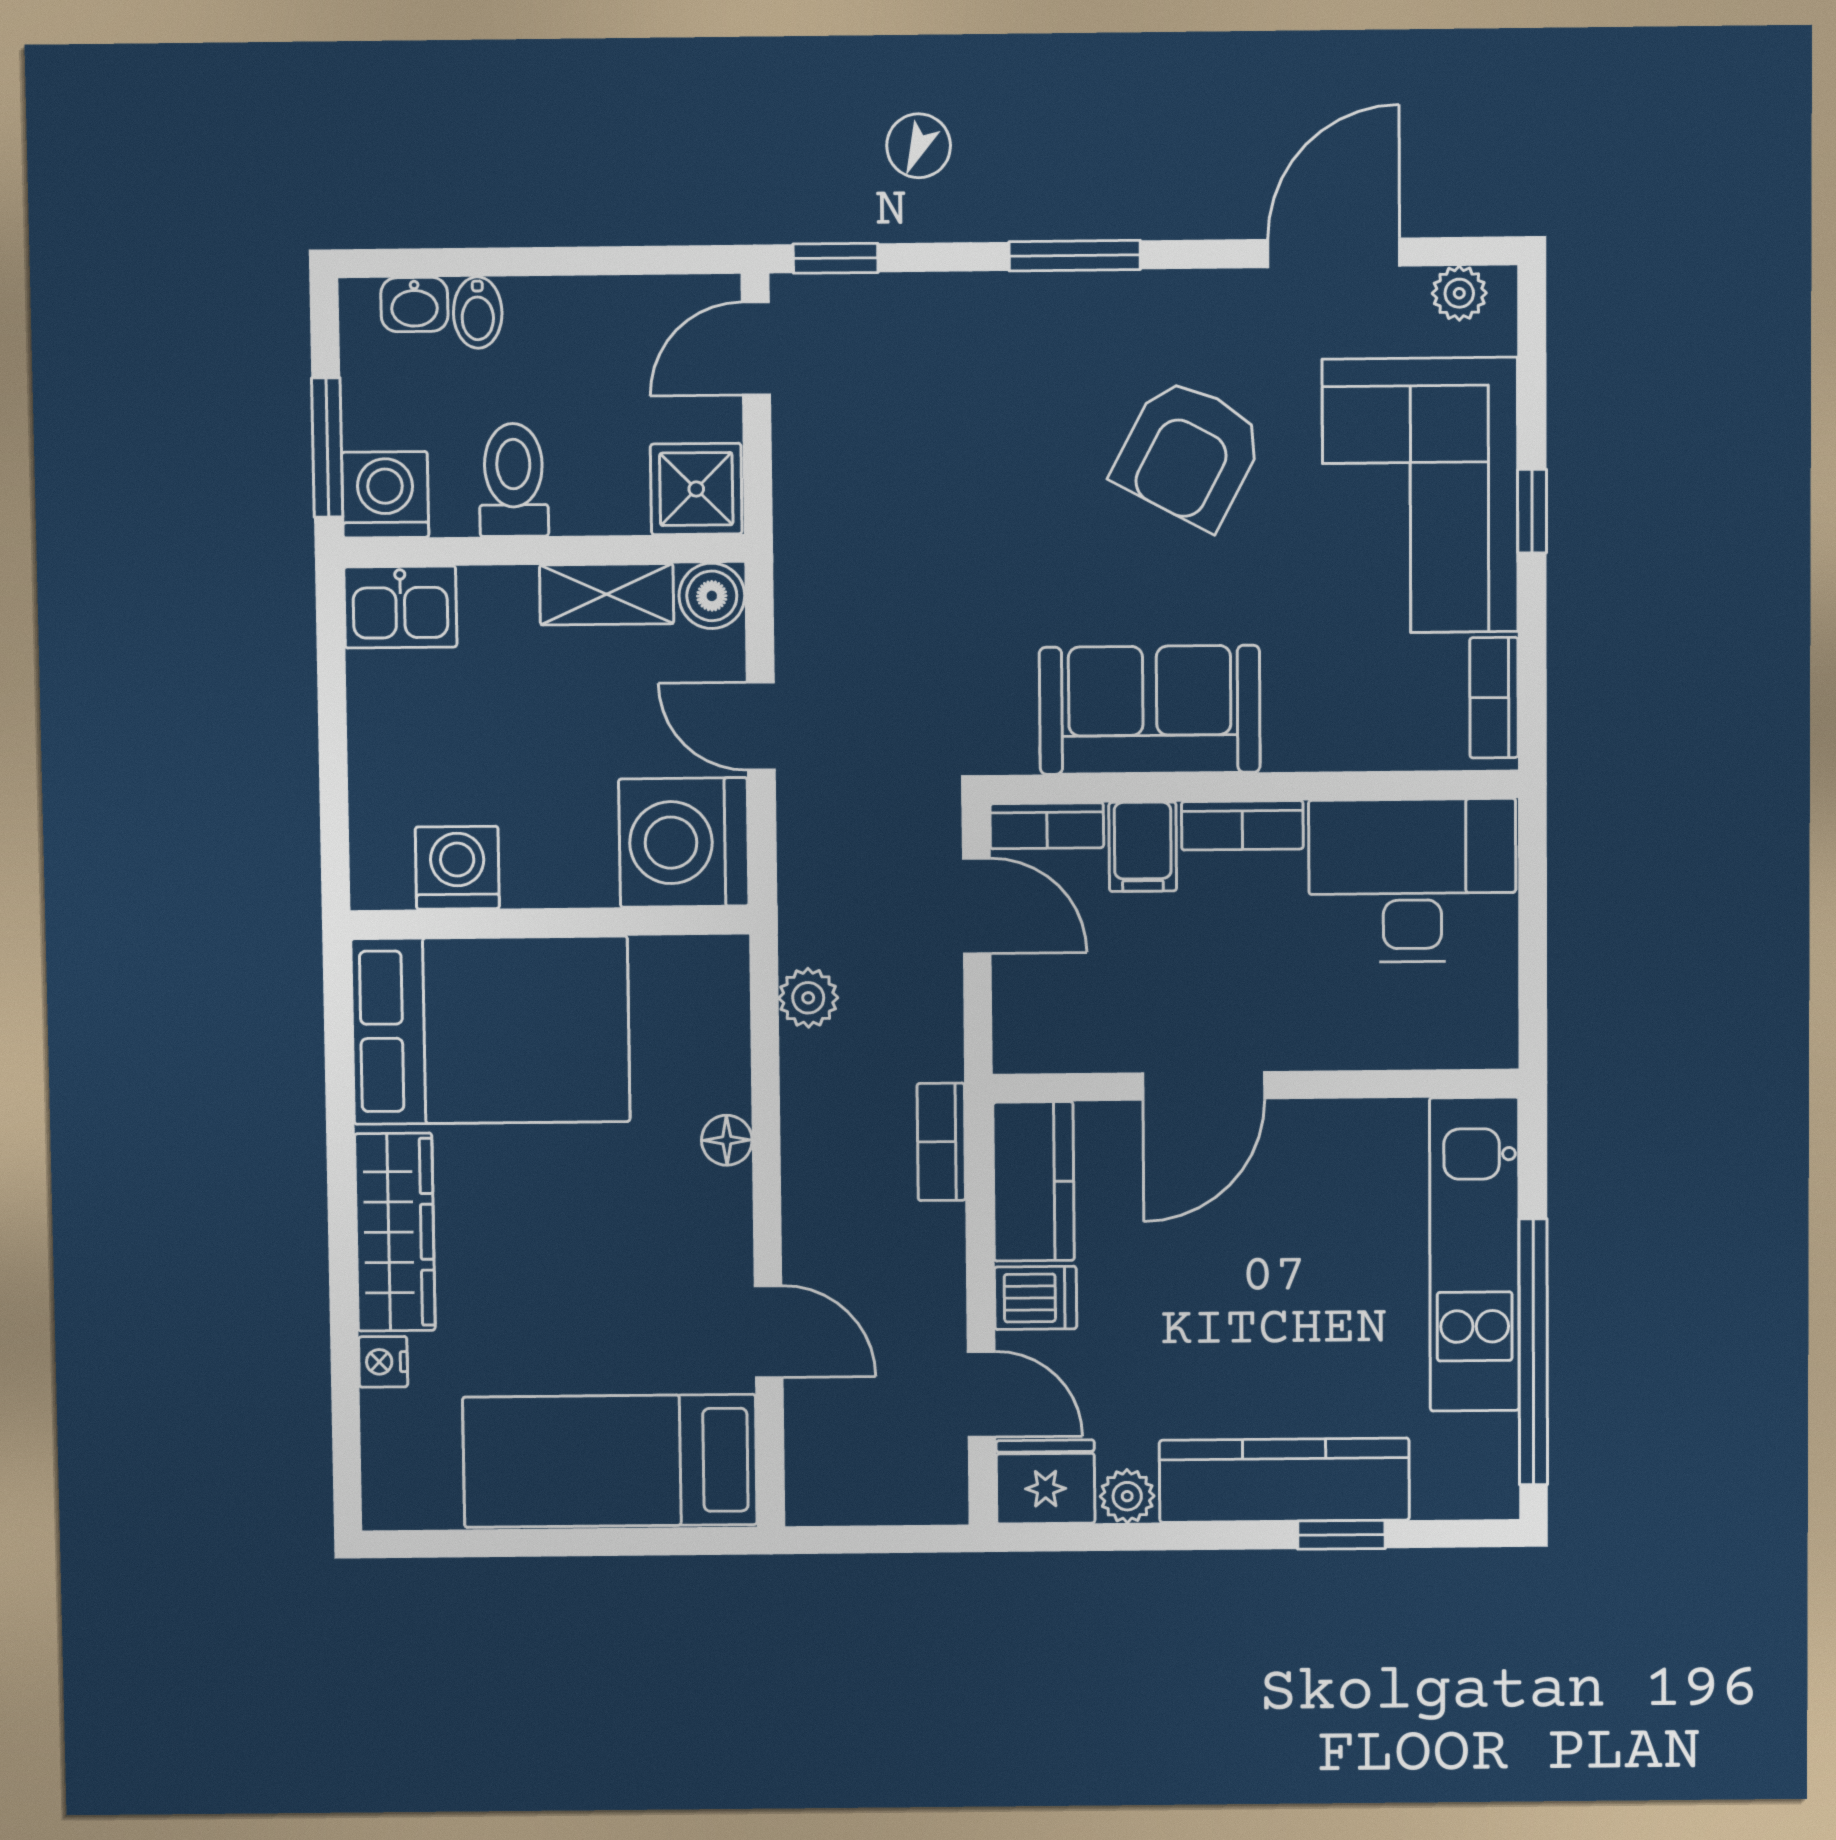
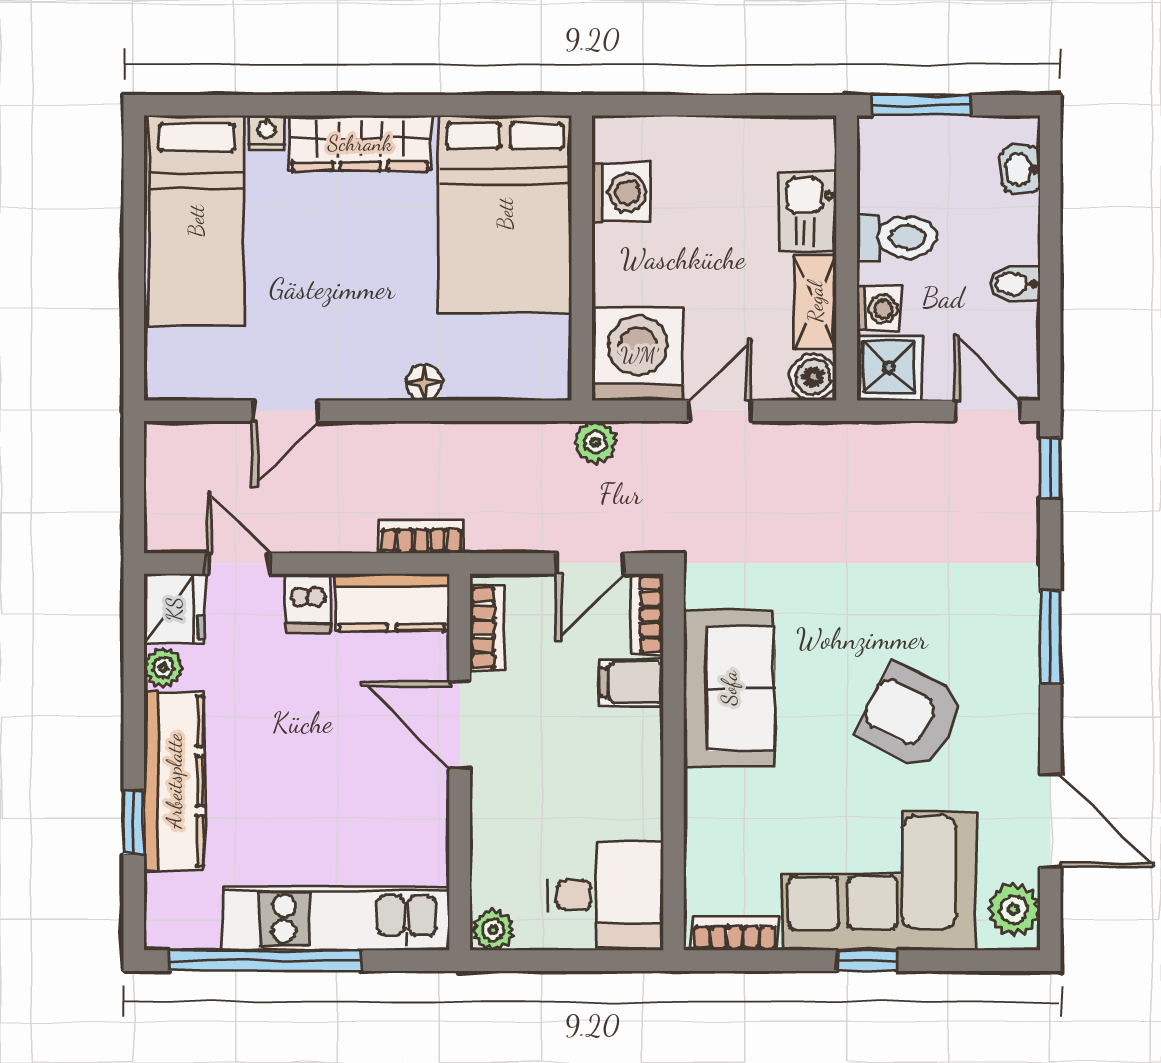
plant: (1459, 293) -> (1014, 909), width x1.38, depth x1.38
bidet: (478, 313) -> (1015, 284), moved
washing machine: (385, 495) -> (879, 309), moved, width x0.73, depth x0.73
kitchen sink: (400, 607) -> (808, 211), moved
bookcase: (1242, 825) -> (487, 628), moved, turned 180
desk: (1412, 881) -> (605, 895), width x0.73
plant: (808, 998) -> (595, 442), moved
plant: (1490, 1037) -> (493, 930), added
door: (982, 1394) -> (238, 563), swing flipped
bed: (610, 1461) -> (196, 221), moved, turned 180

